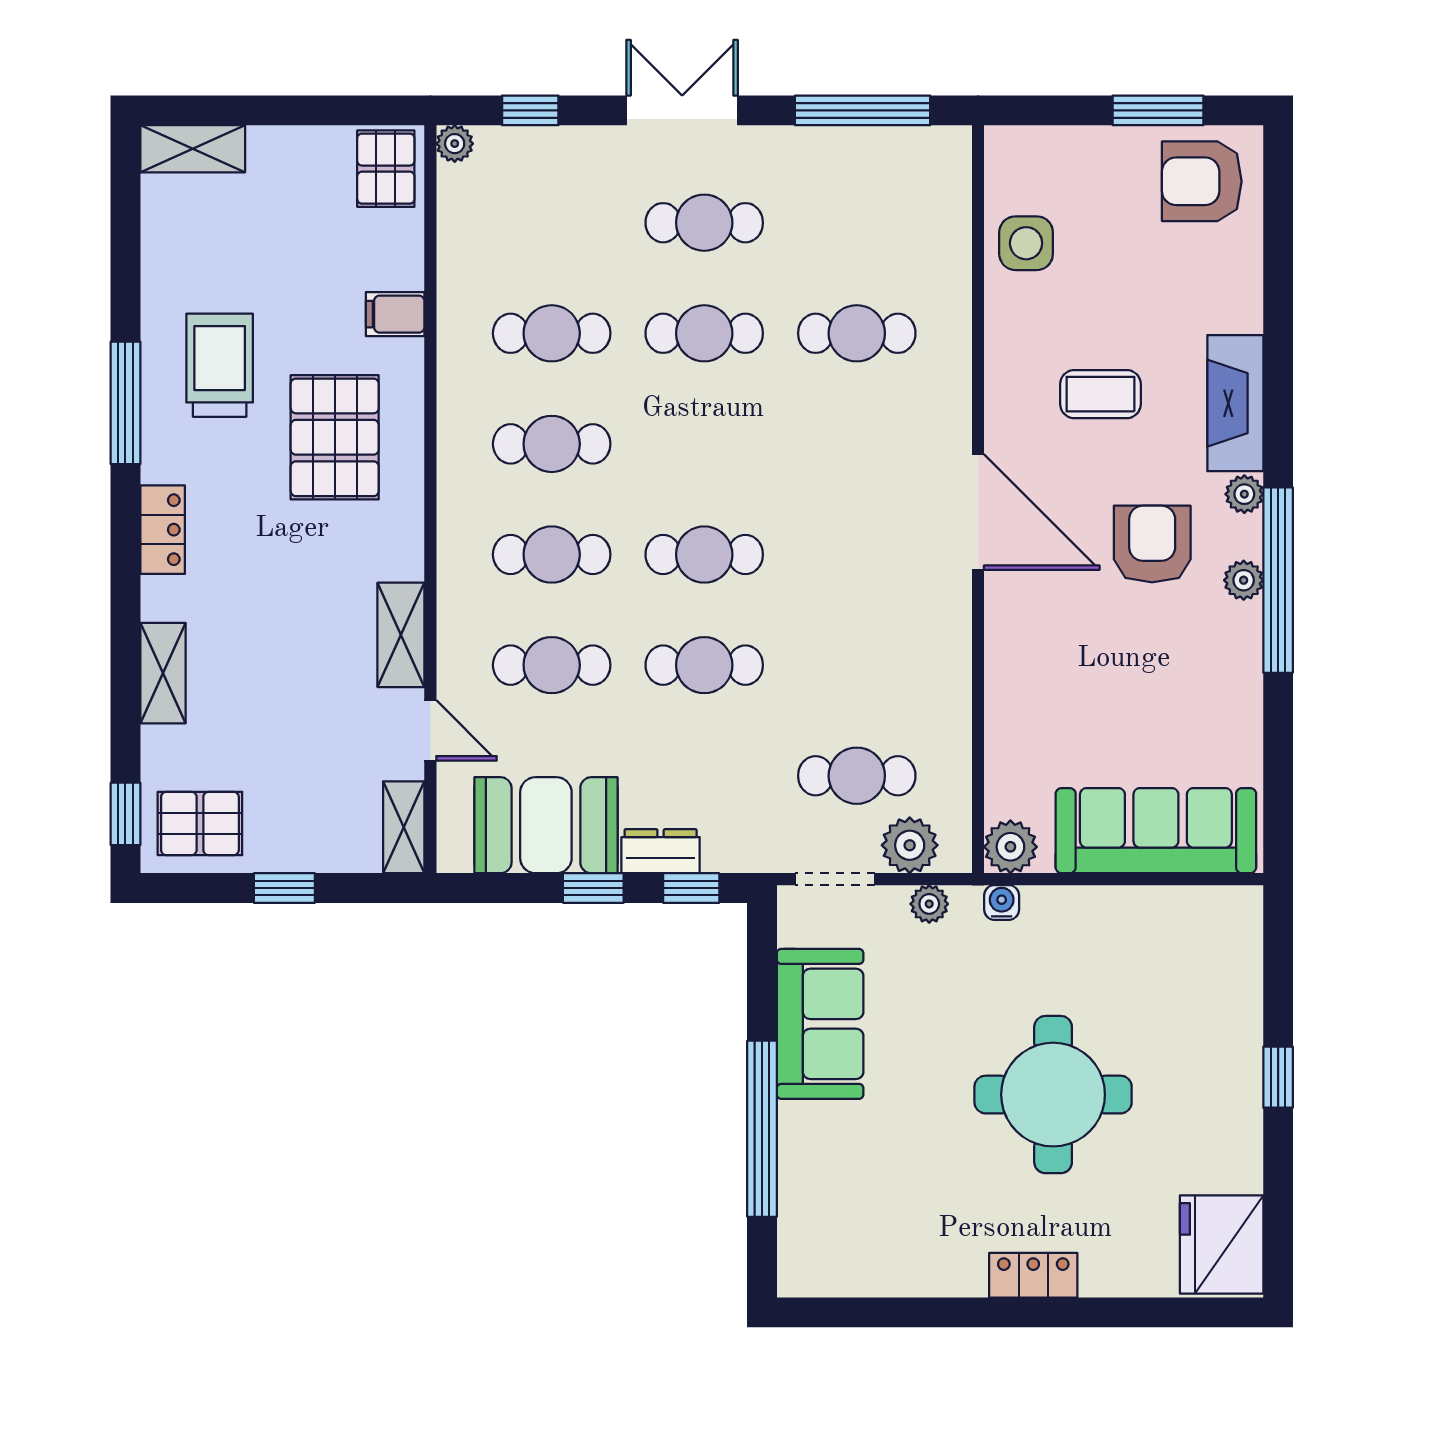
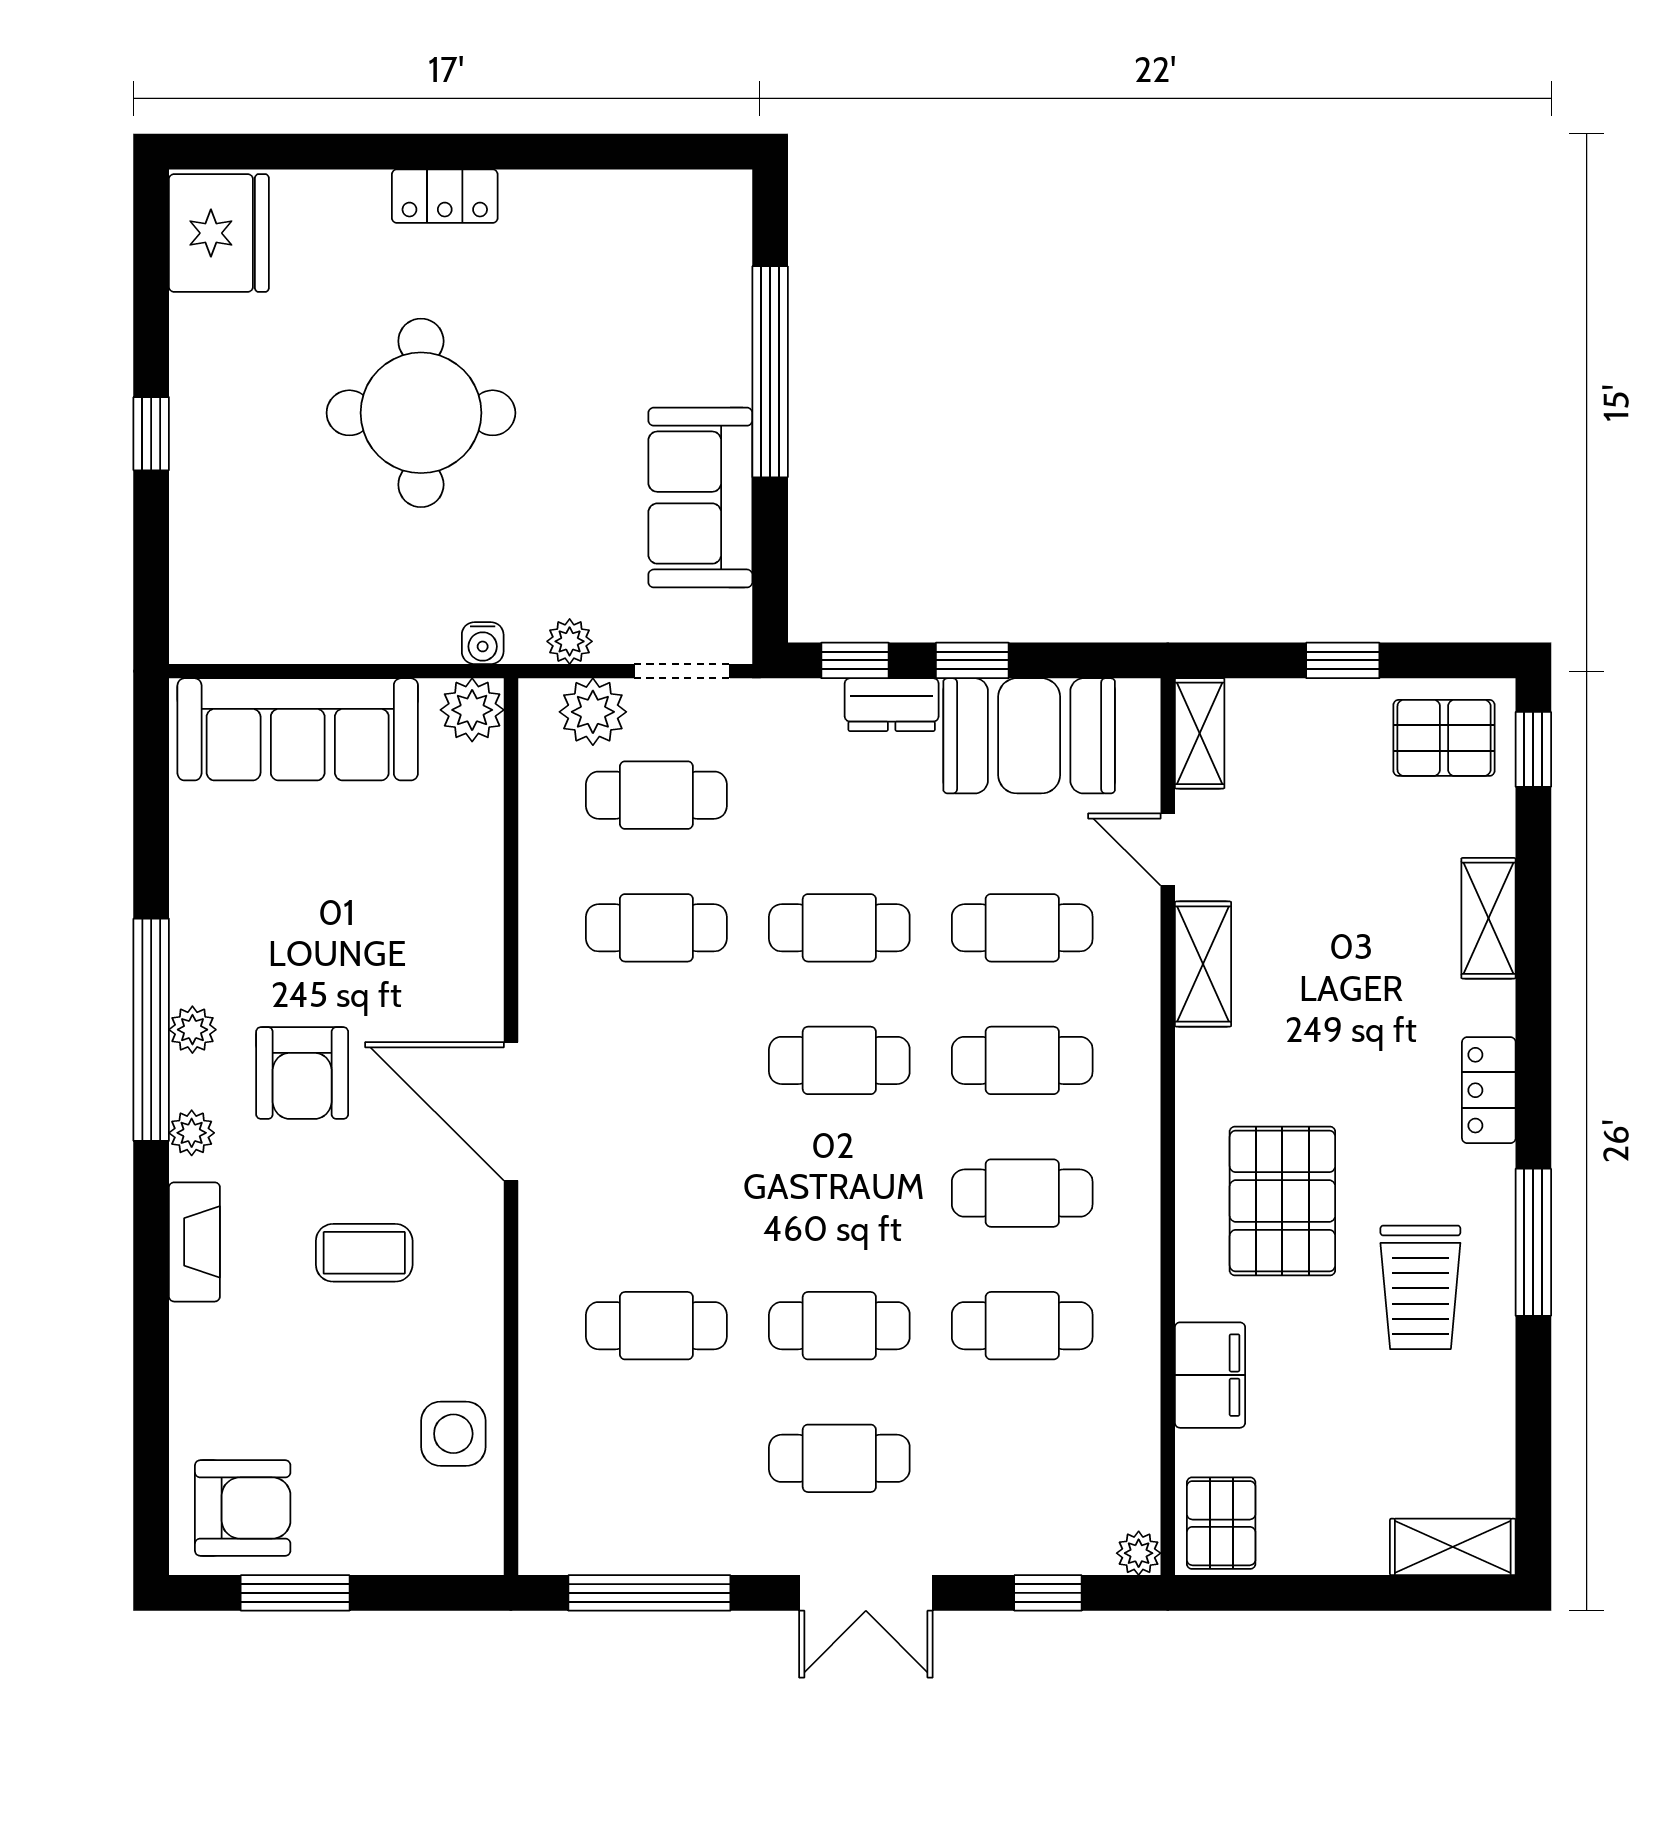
filing cabinet: (395, 314) -> (1210, 1375), width x2.00
fireplace: (1235, 403) -> (194, 1242), width x0.73, depth x0.76
cafe table: (857, 665) -> (656, 928), added

